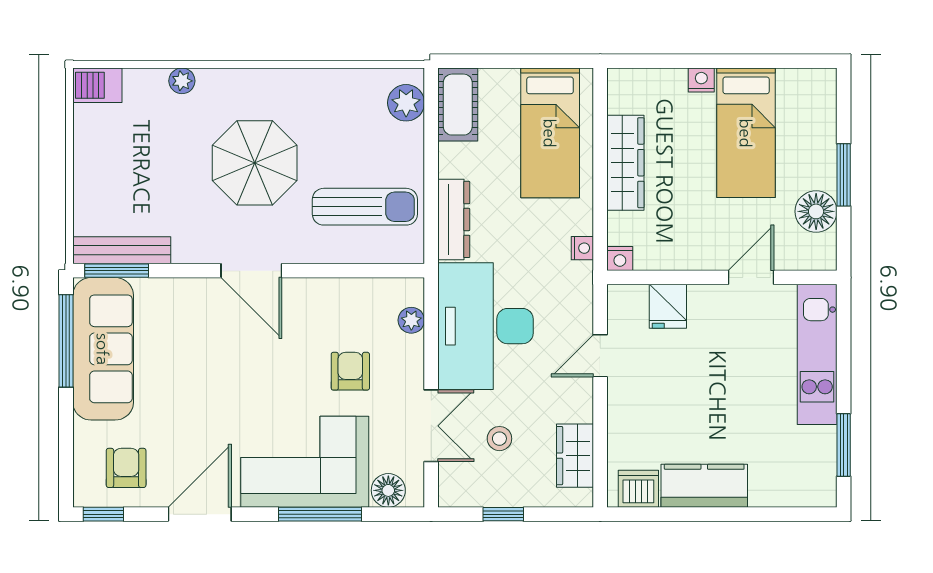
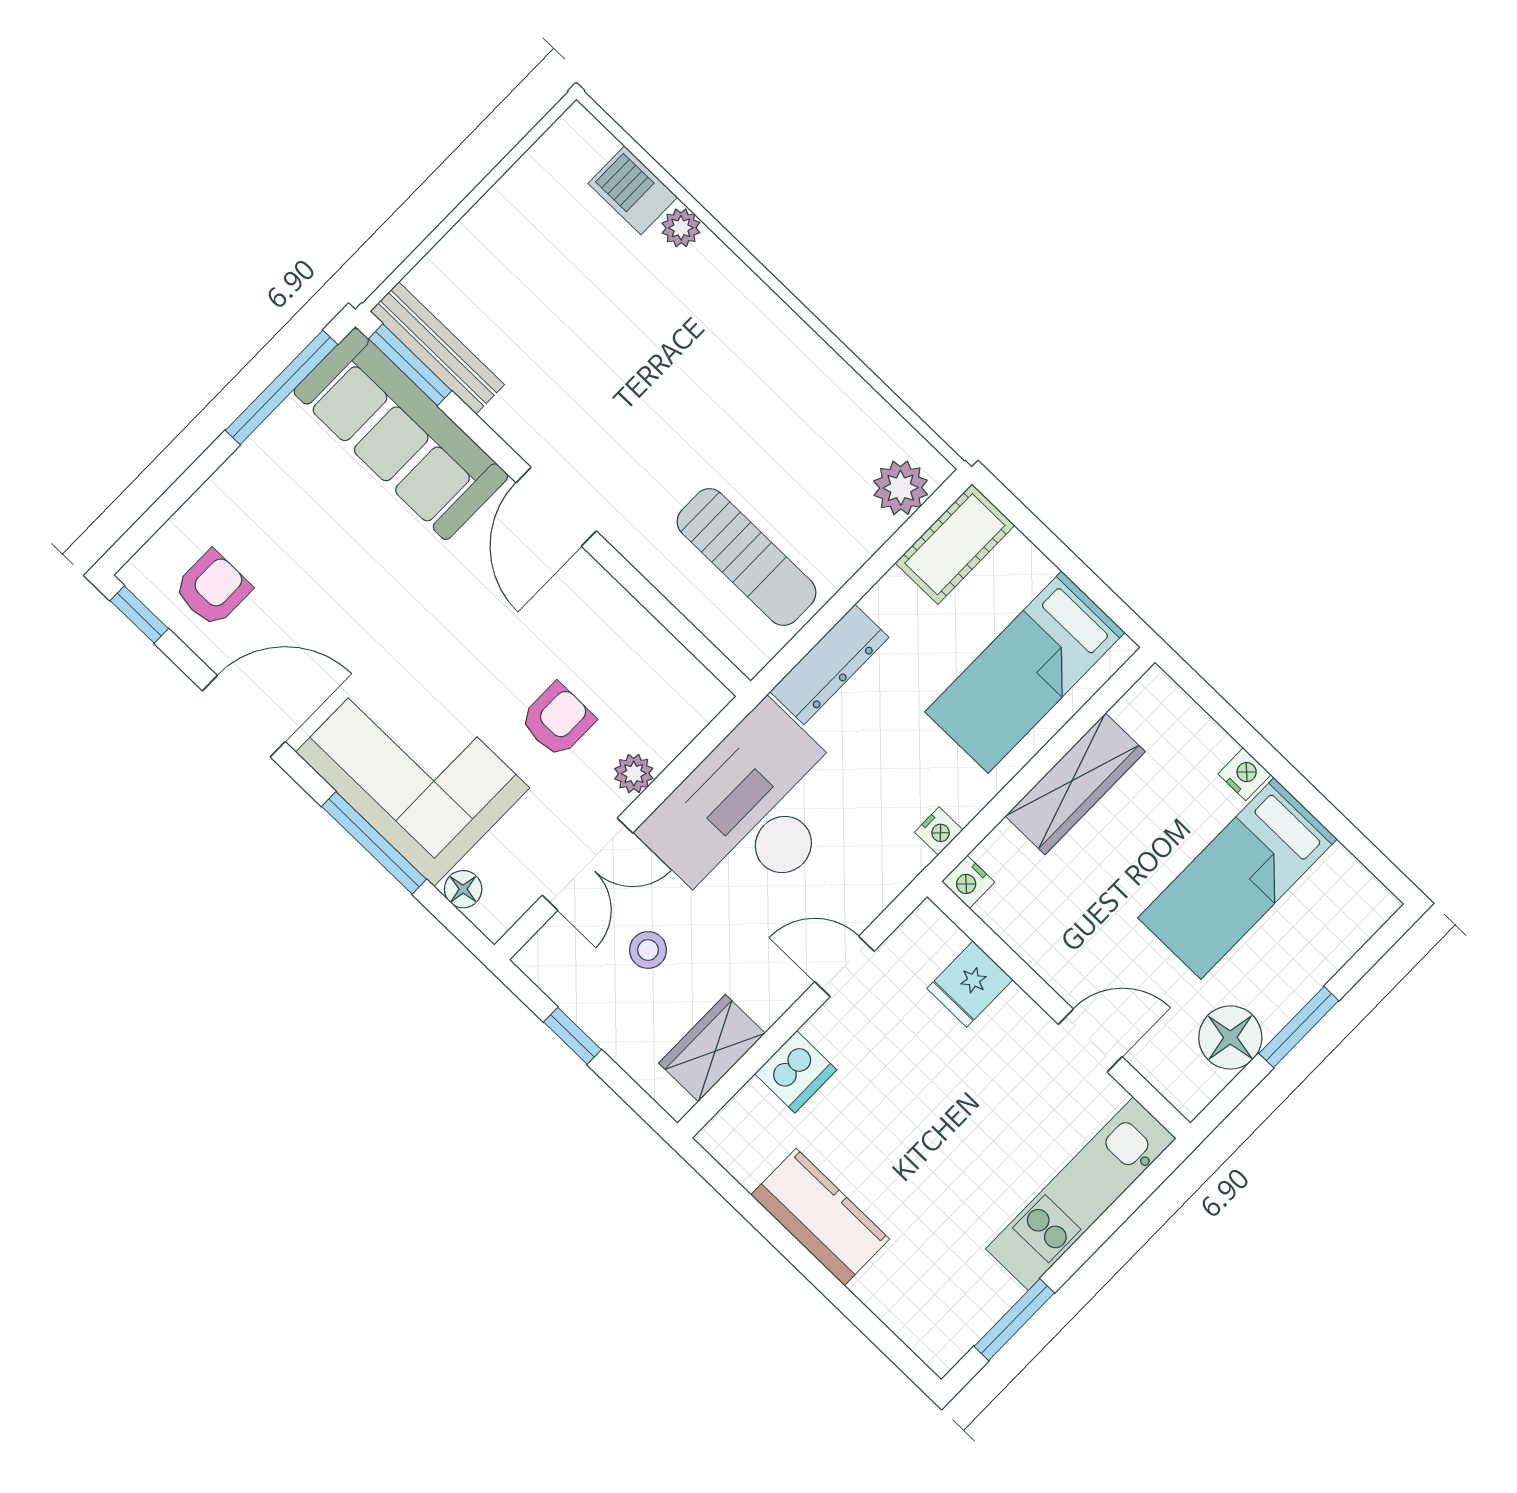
barbecue: (97, 85) -> (633, 190), moved
parasol: (255, 163) -> (673, 393), removed
plant: (411, 320) -> (634, 774), moved
sofa: (103, 349) -> (401, 434), moved, turned 90
dishwasher: (638, 489) -> (796, 1072), moved, turned 90
floor lamp: (388, 490) -> (463, 889), width x0.73, depth x0.73

